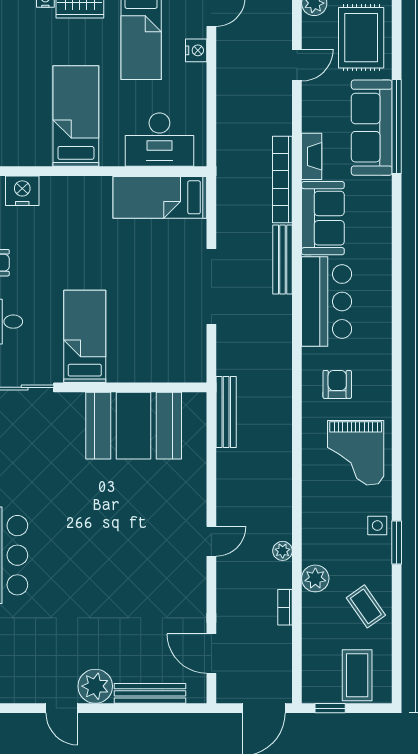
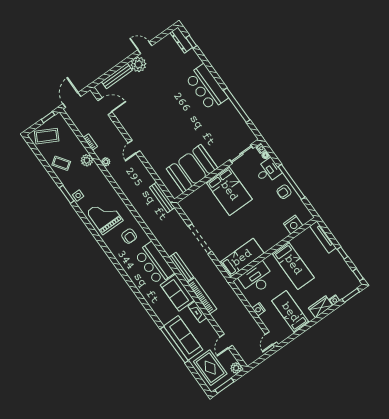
nightstand: (196, 50) -> (259, 309), moved
bed: (85, 336) -> (229, 191), width x1.50
coffee table: (357, 675) -> (47, 136), turned -62

